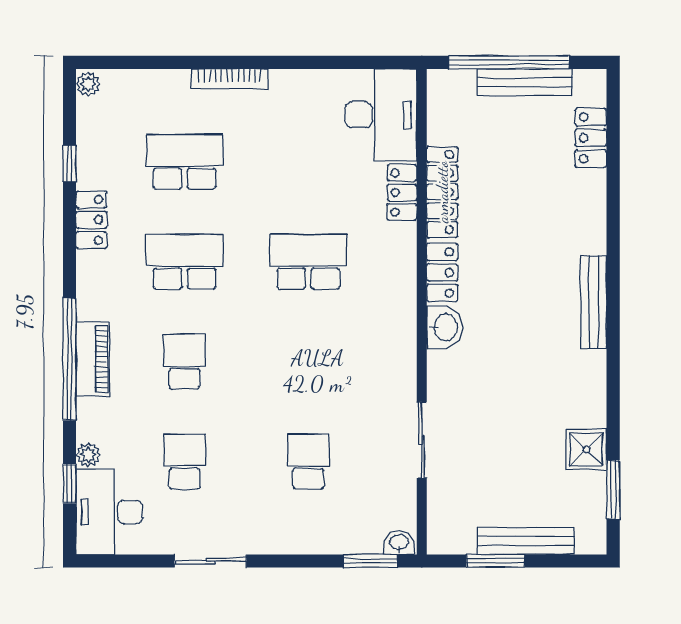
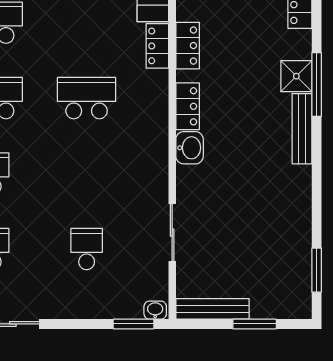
locker: (442, 192) -> (188, 46), width x0.66
window: (613, 244) -> (317, 85), added
shower: (586, 449) -> (296, 76), moved
bench: (526, 541) -> (212, 309), moved
window: (496, 561) -> (255, 324), moved

